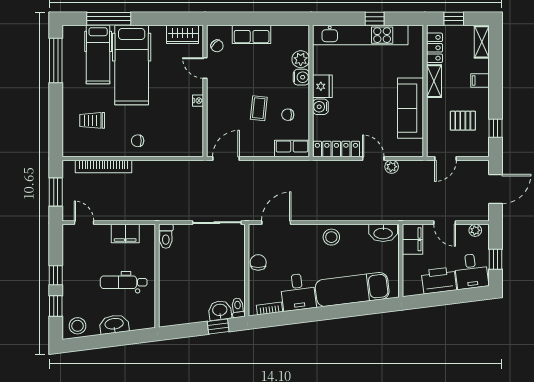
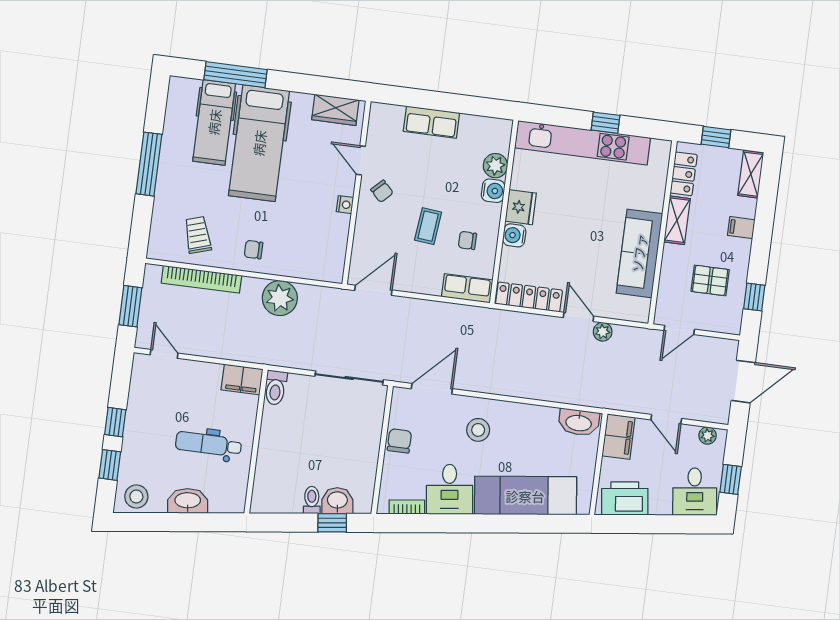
chair: (217, 46) -> (382, 191), moved
window: (56, 61) -> (149, 164), moved
trolley: (92, 120) -> (198, 235), moved, turned 73
plant: (161, 173) -> (280, 298), added
filing cabinet: (125, 234) -> (242, 379), moved
stool: (331, 237) -> (478, 430), moved
printer: (439, 280) -> (625, 498), moved
toilet: (238, 308) -> (312, 500), moved

